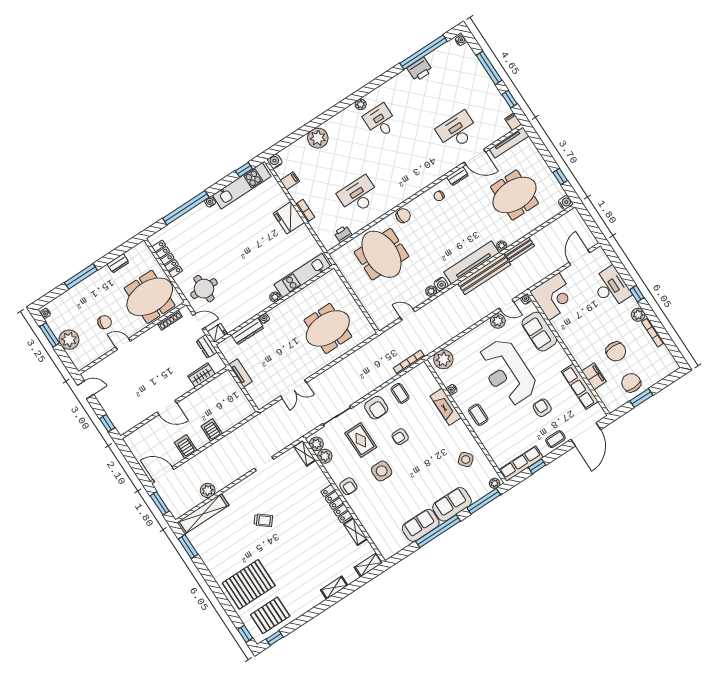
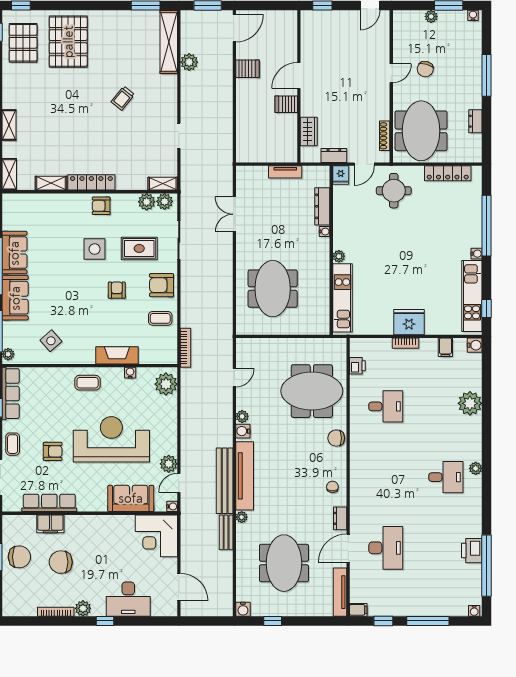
desk: (358, 195) -> (386, 406), width x0.73
chair: (403, 216) -> (336, 438), turned 91
plant: (69, 340) -> (431, 16), width x0.53, depth x0.53
server rack: (212, 430) -> (286, 104), moved, turned 180

